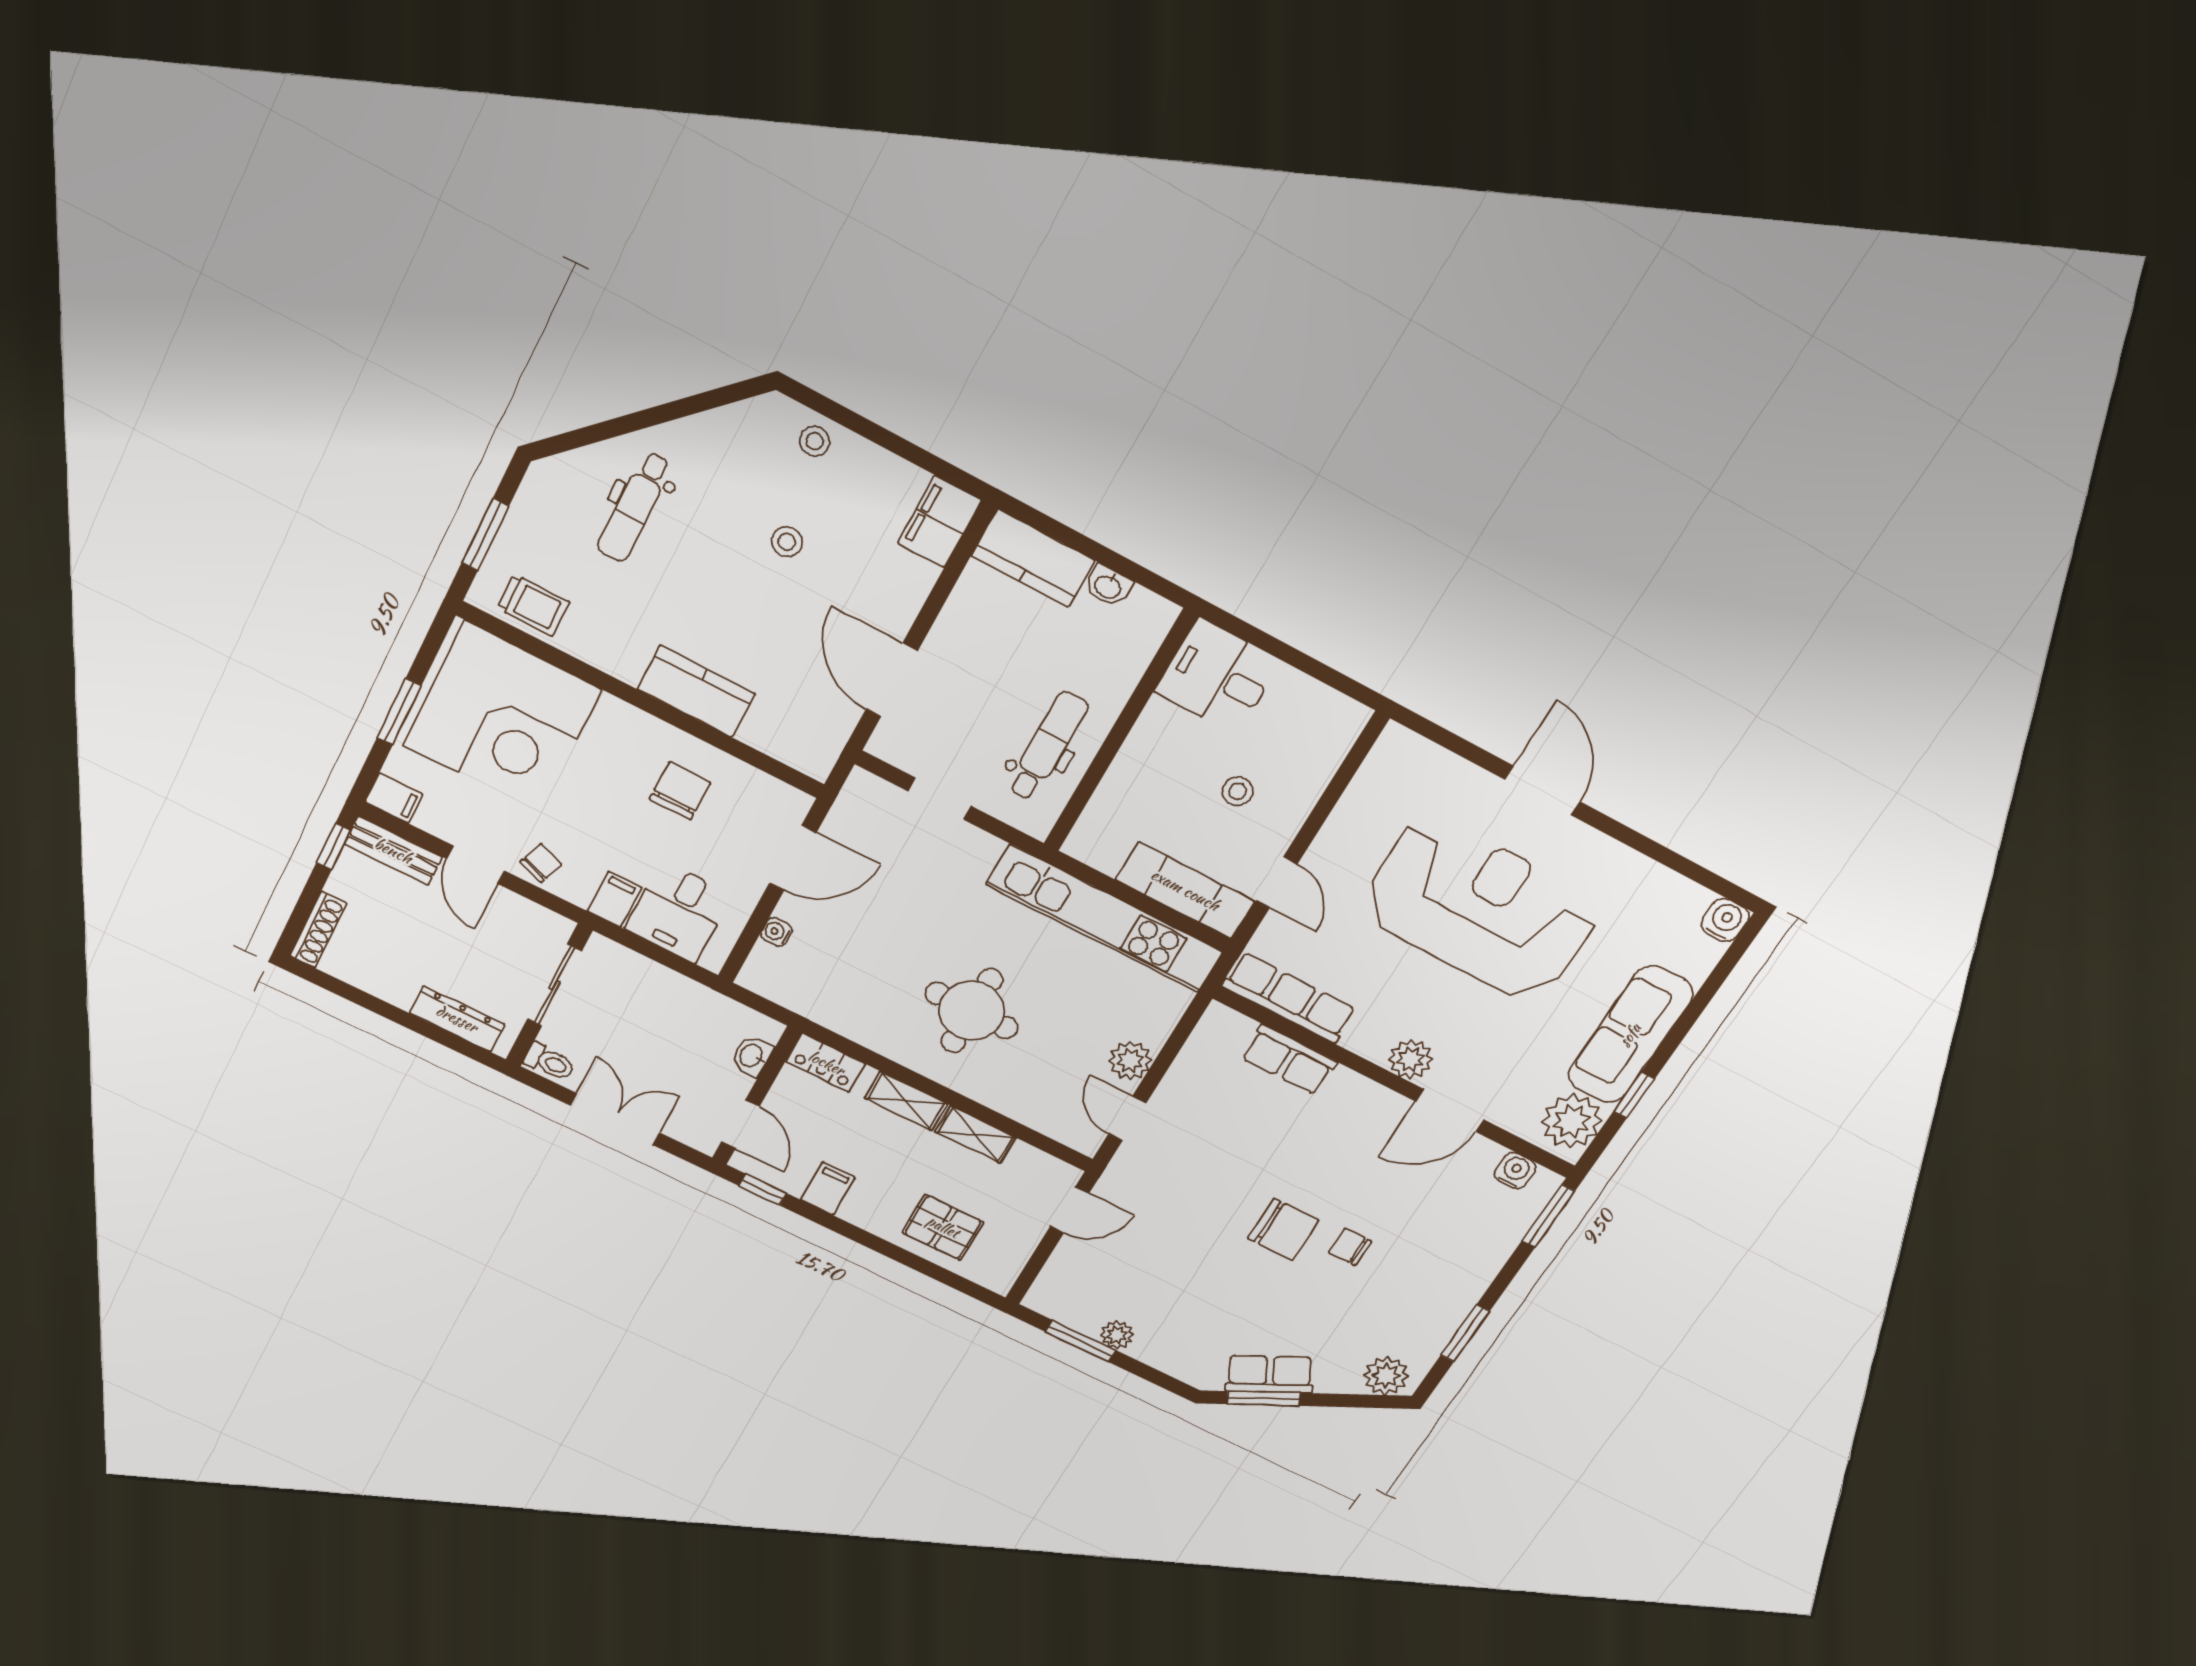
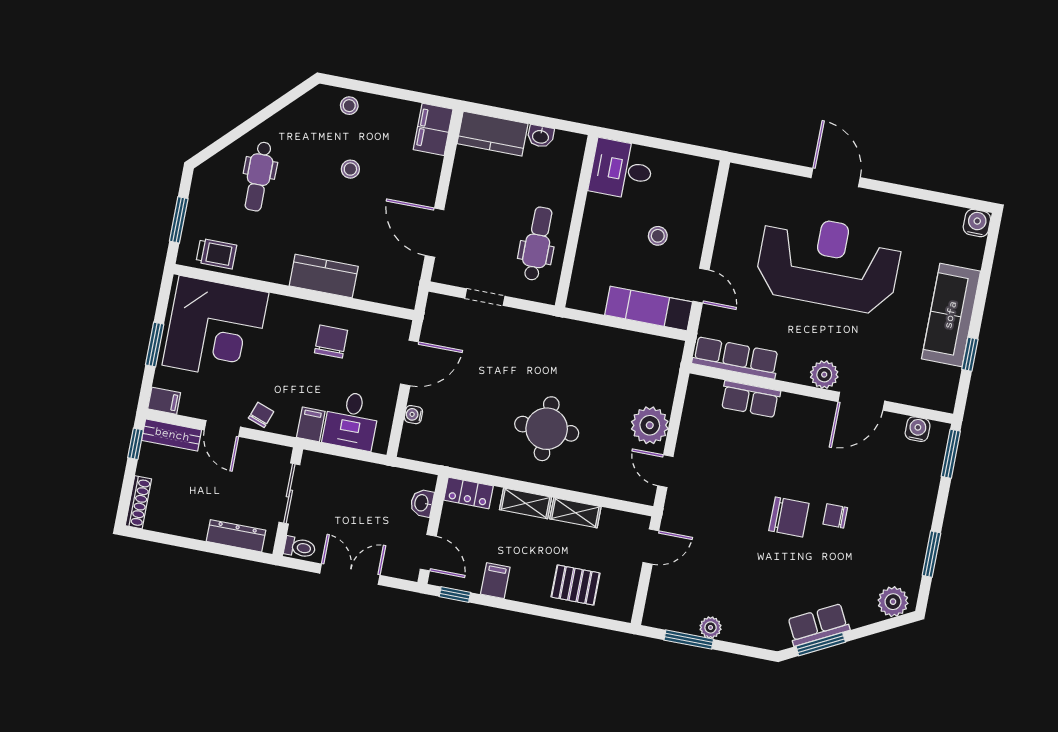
kitchen unit: (1105, 919) -> (607, 342), removed
plant: (1130, 1061) -> (650, 425), width x1.36, depth x1.36
plant: (1572, 1121) -> (939, 384), removed

